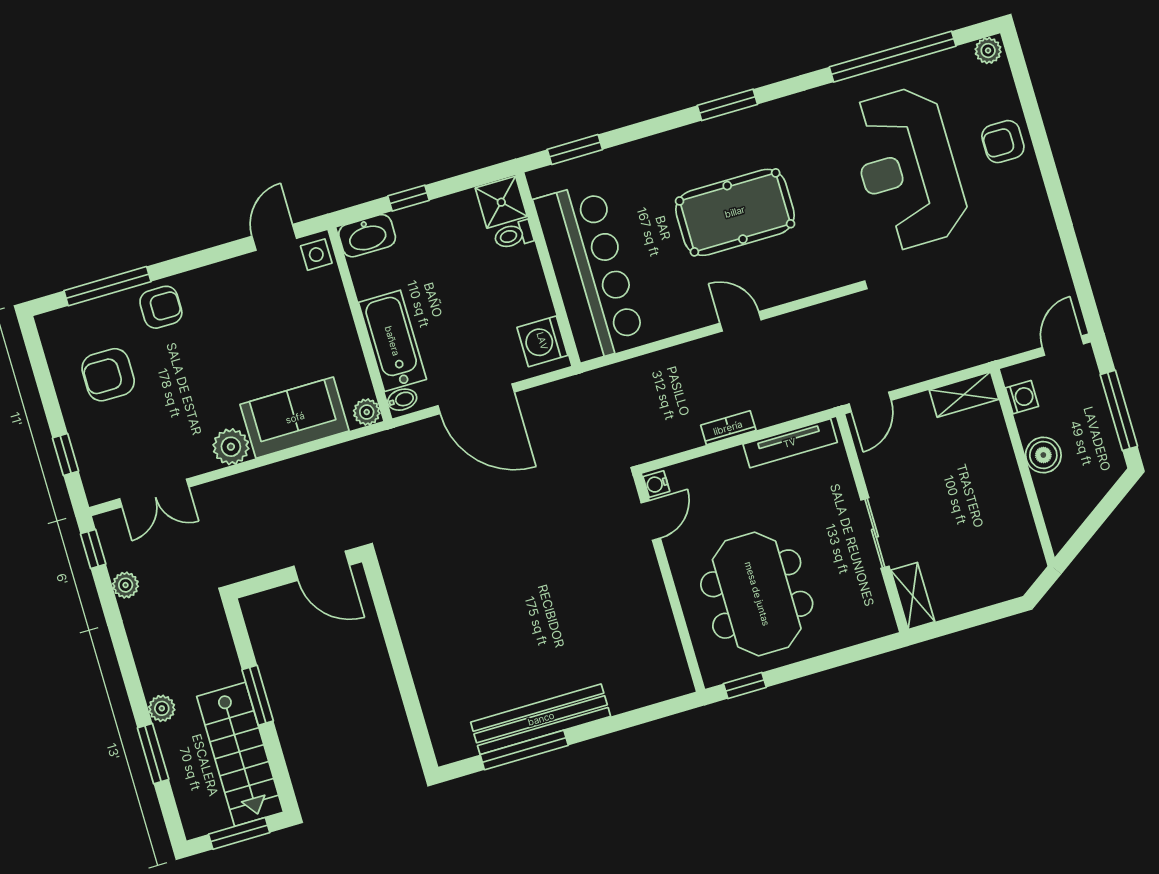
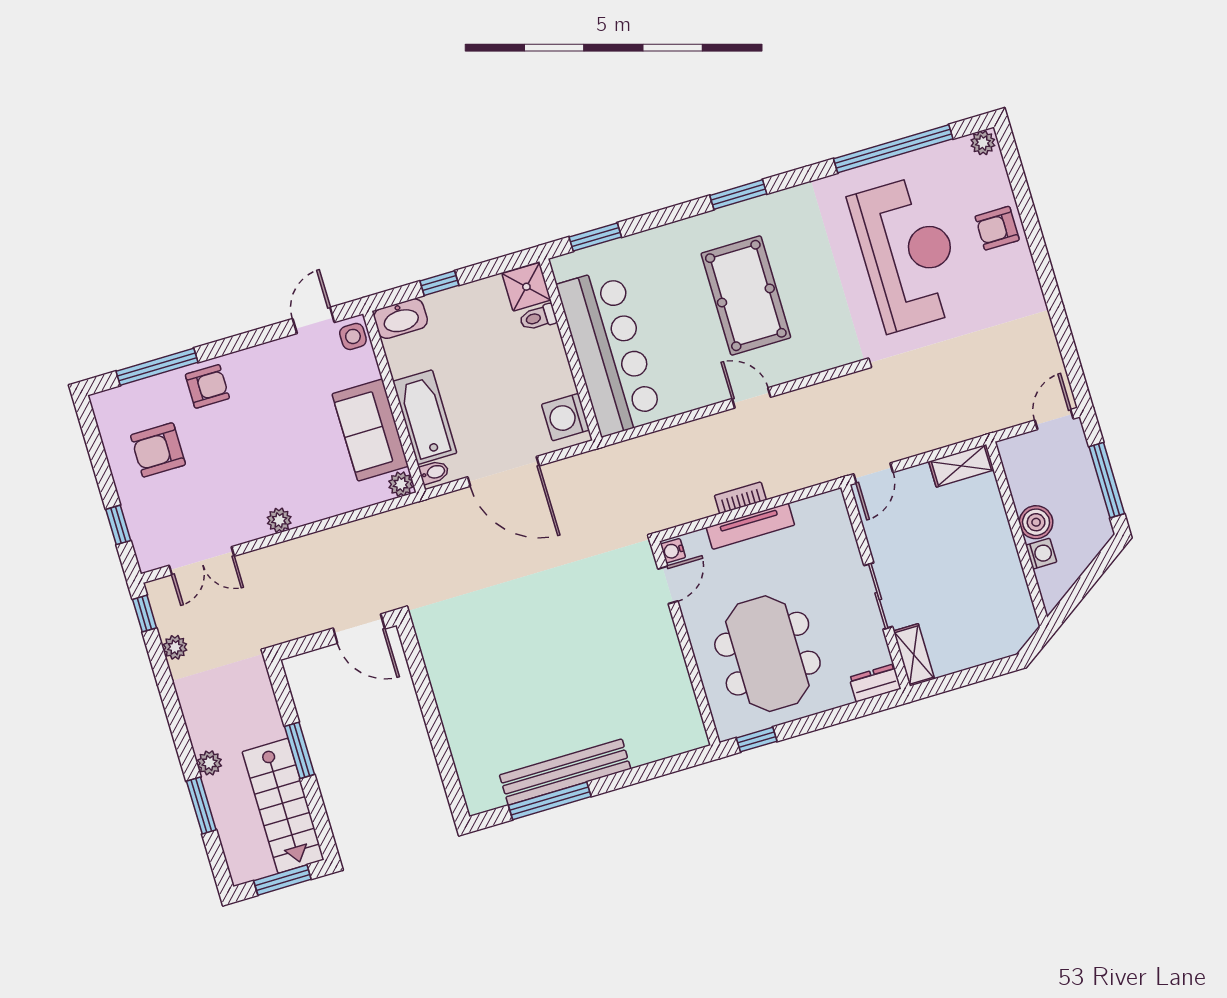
reception desk: (908, 168) -> (908, 254), turned 180
pool table: (735, 212) -> (746, 295), turned 90
washing machine: (1022, 397) -> (1041, 554), moved
sofa: (295, 418) -> (370, 430), moved, turned -90
tv unit: (790, 443) -> (750, 526), moved
plant: (231, 447) -> (279, 520), width x0.73, depth x0.73
dresser: (871, 626) -> (875, 683), added

